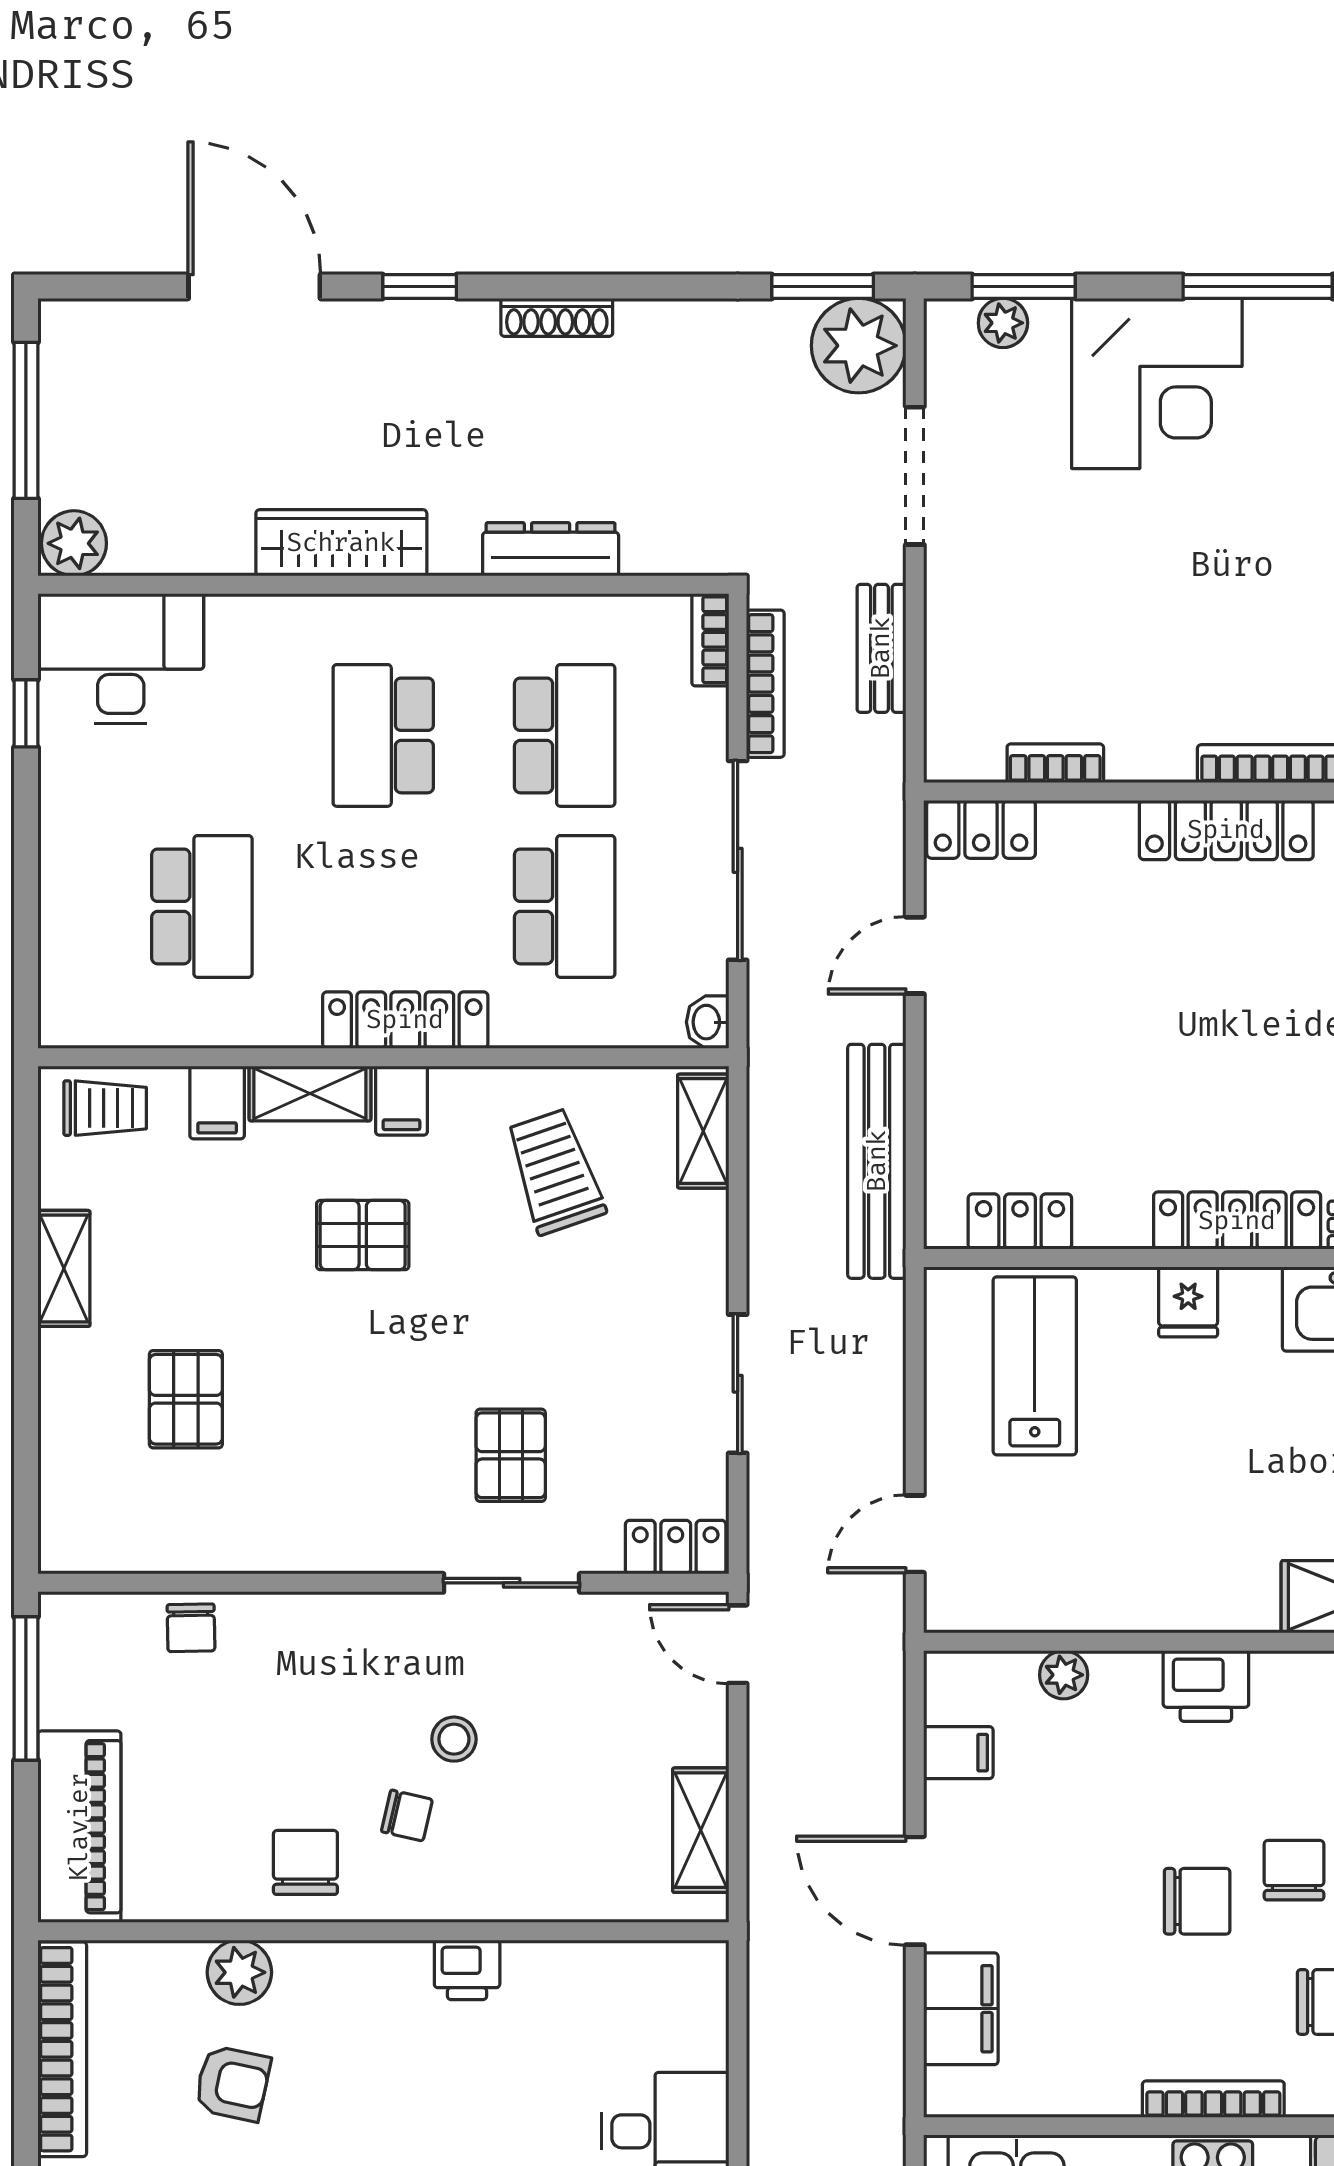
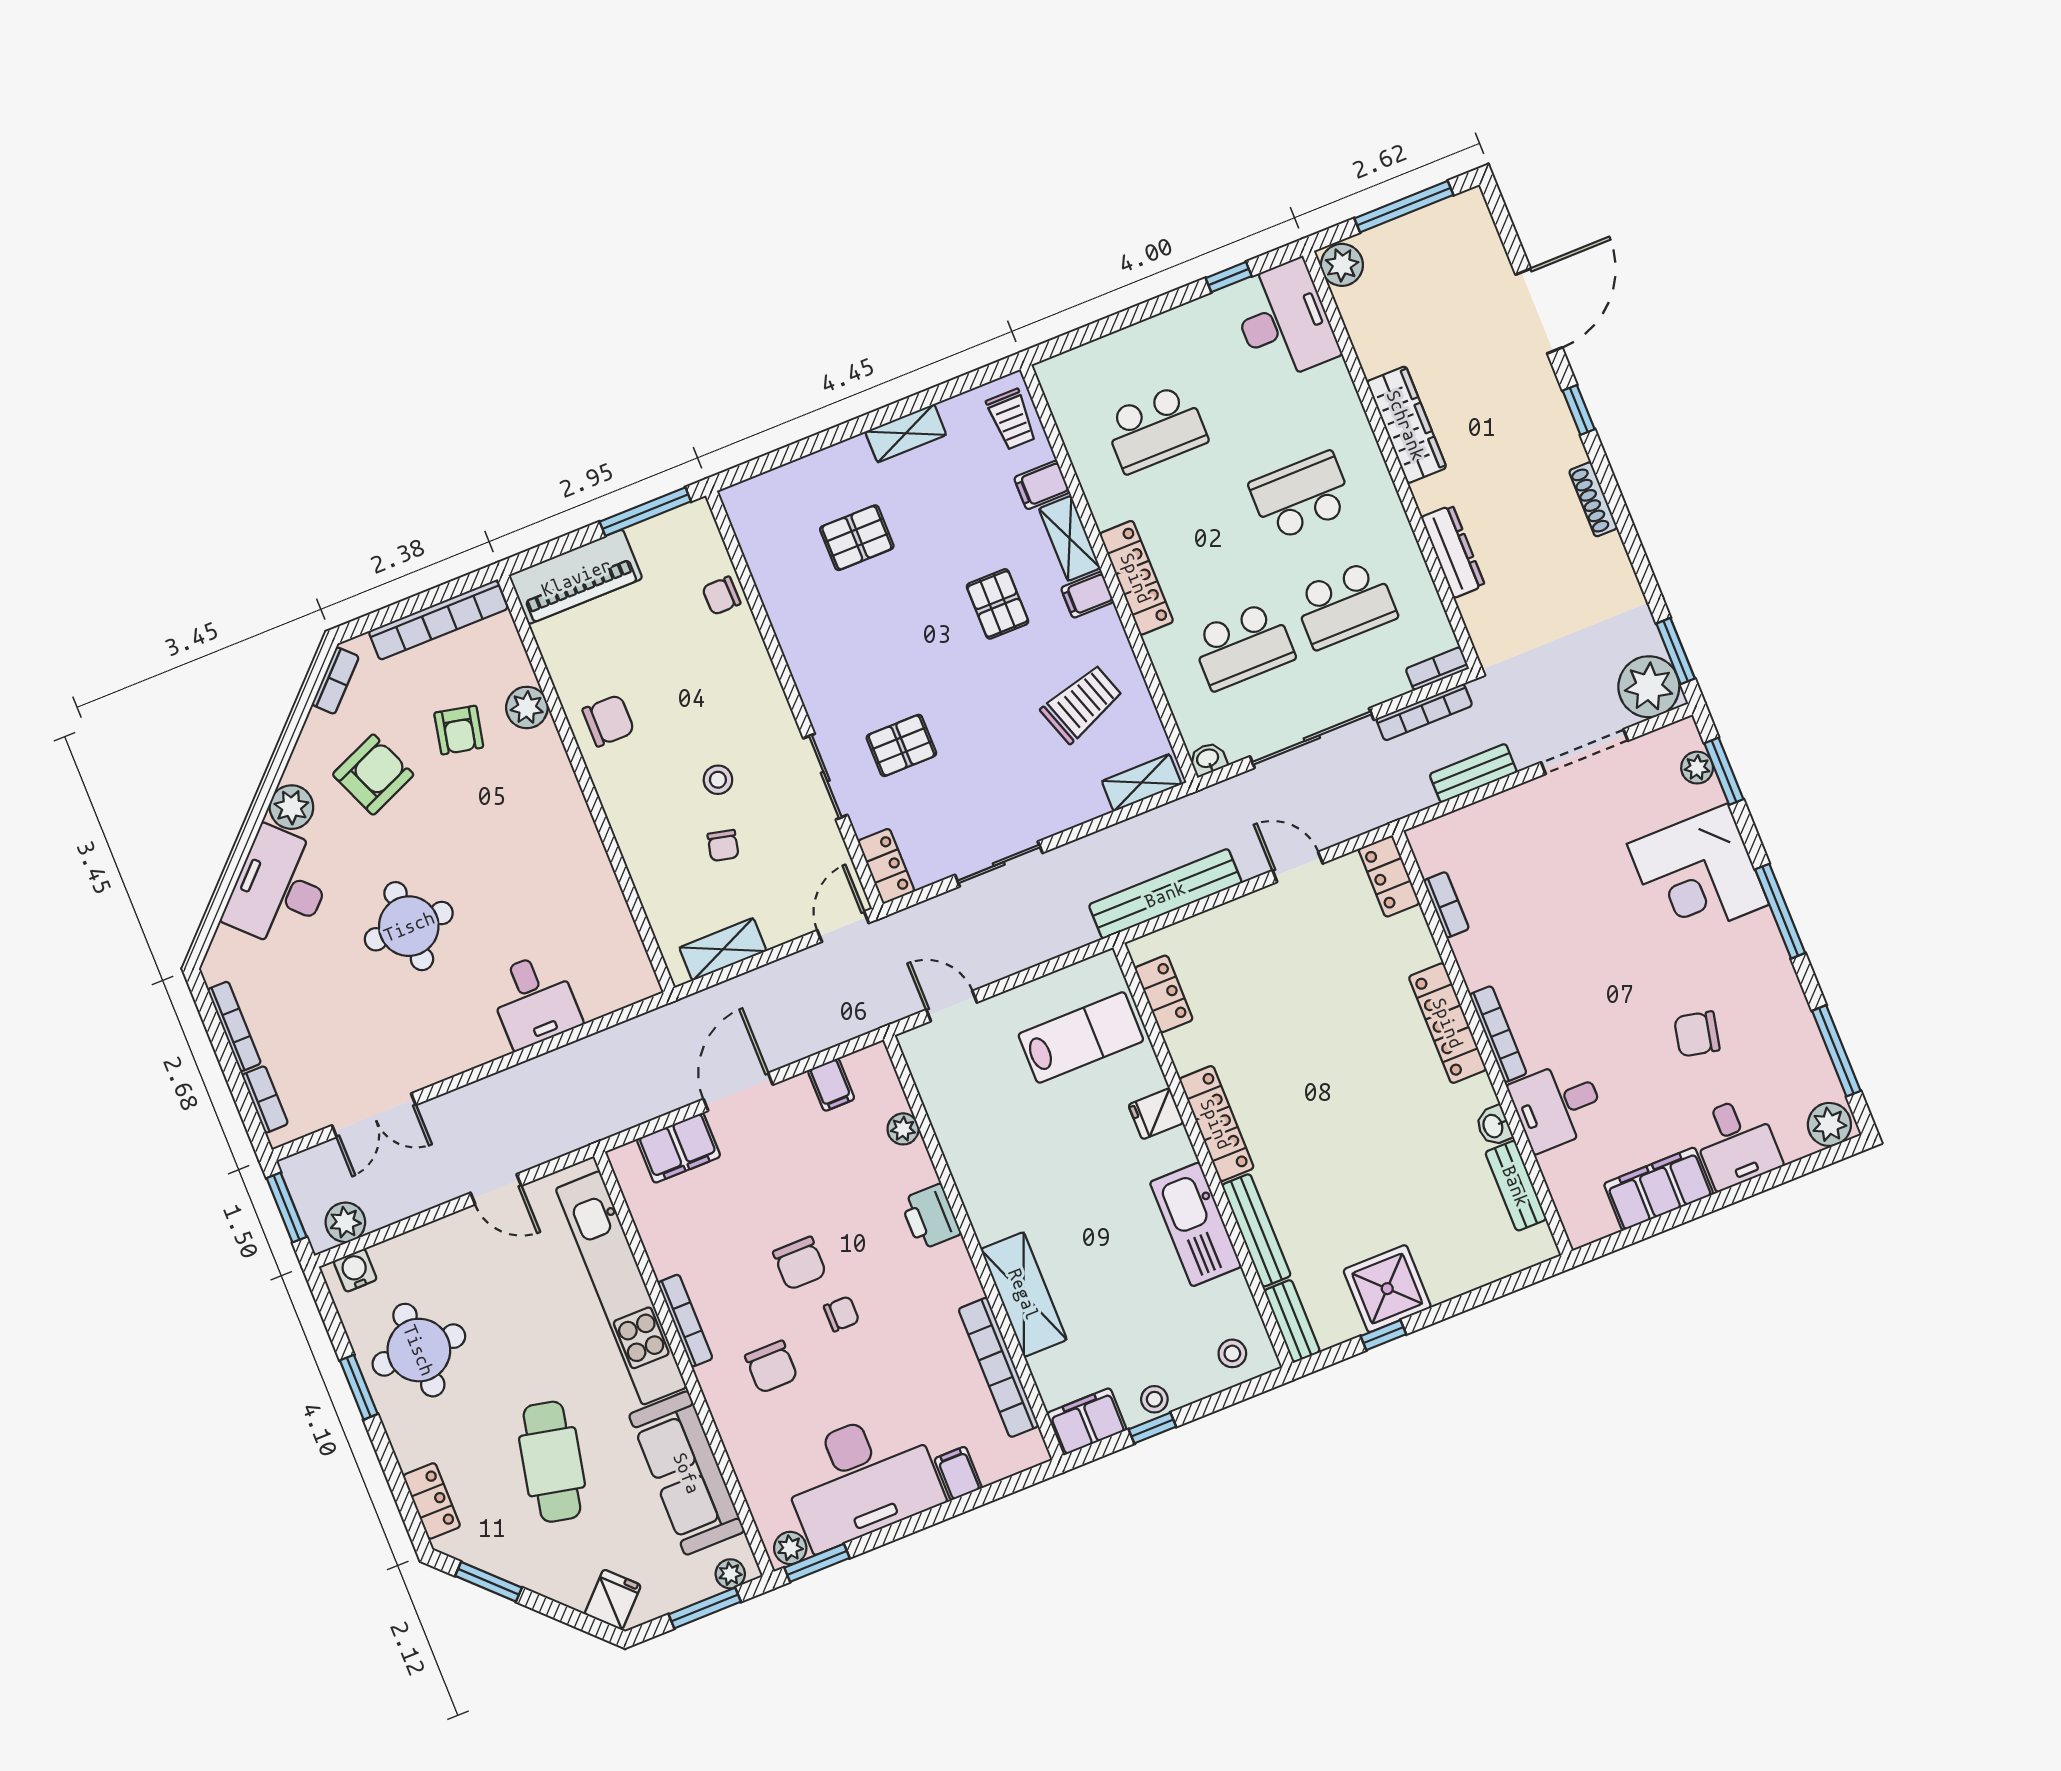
chair: (407, 1816) -> (723, 846), moved
chair: (1294, 1870) -> (842, 1314), width x0.73, depth x0.73
printer: (467, 1970) -> (583, 843), removed

